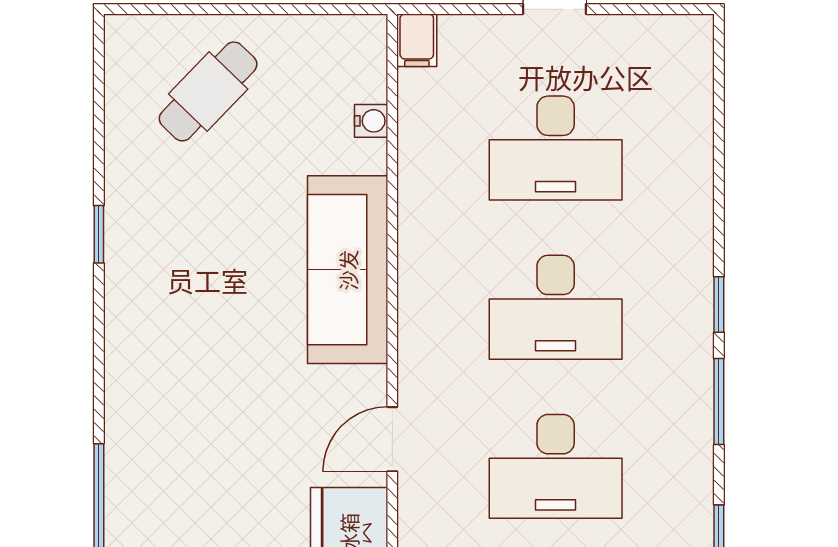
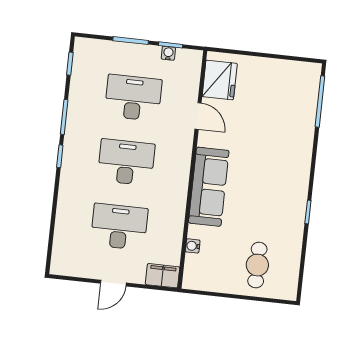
filing cabinet: (417, 40) -> (163, 276), width x2.00
cafe table: (208, 91) -> (257, 265), turned -44
door: (392, 439) -> (198, 116), hinge flipped

